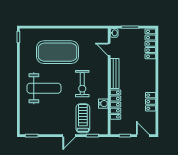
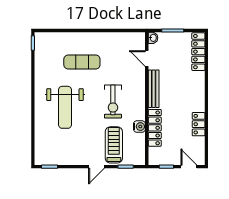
exercise mat: (58, 52) -> (82, 62), width x0.50, depth x0.69
weight bench: (44, 88) -> (65, 107), turned 90

